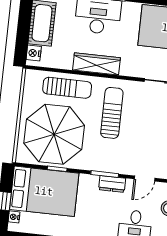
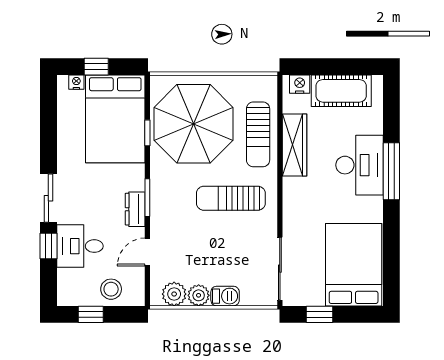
wardrobe: (96, 64) -> (294, 145), moved
sun lounger: (112, 113) -> (231, 198), turned 180
door: (145, 178) -> (147, 252), hinge flipped

